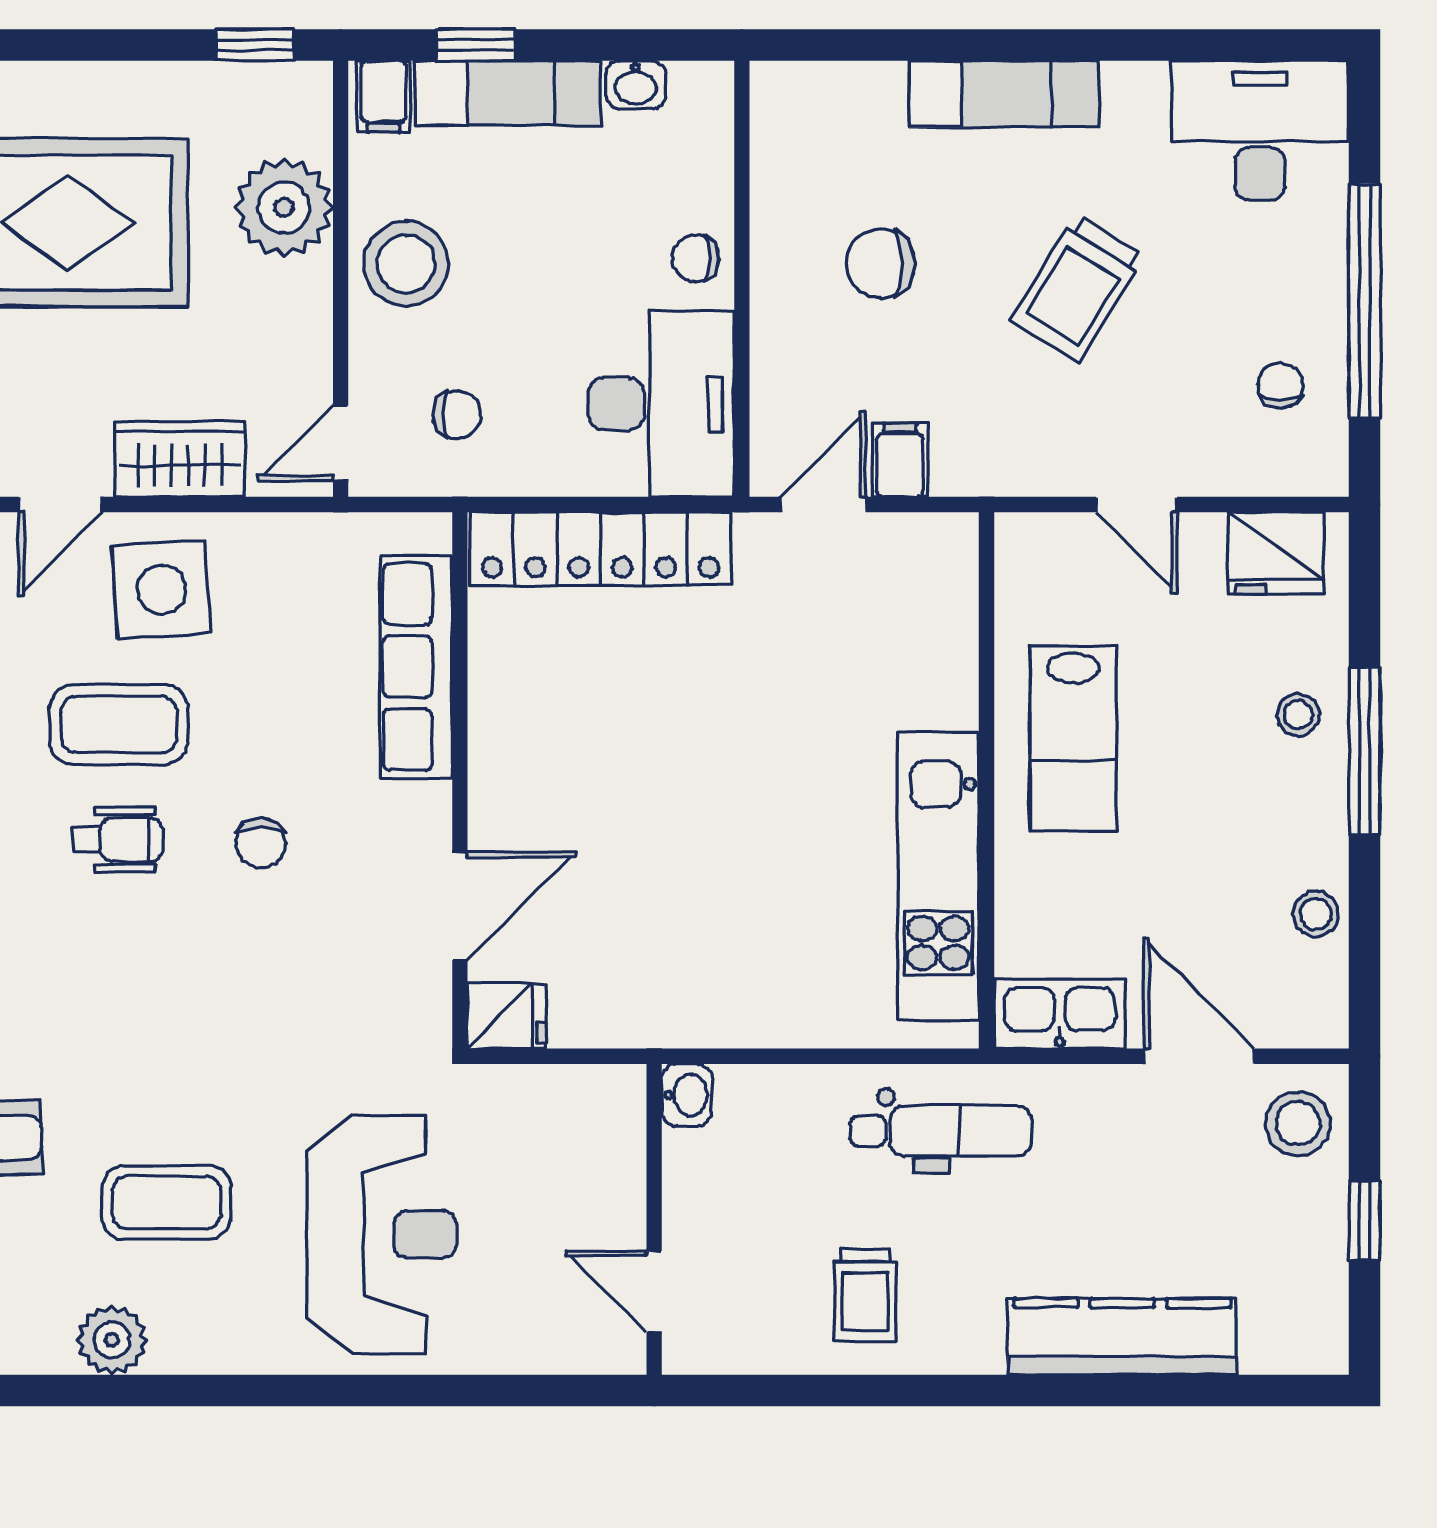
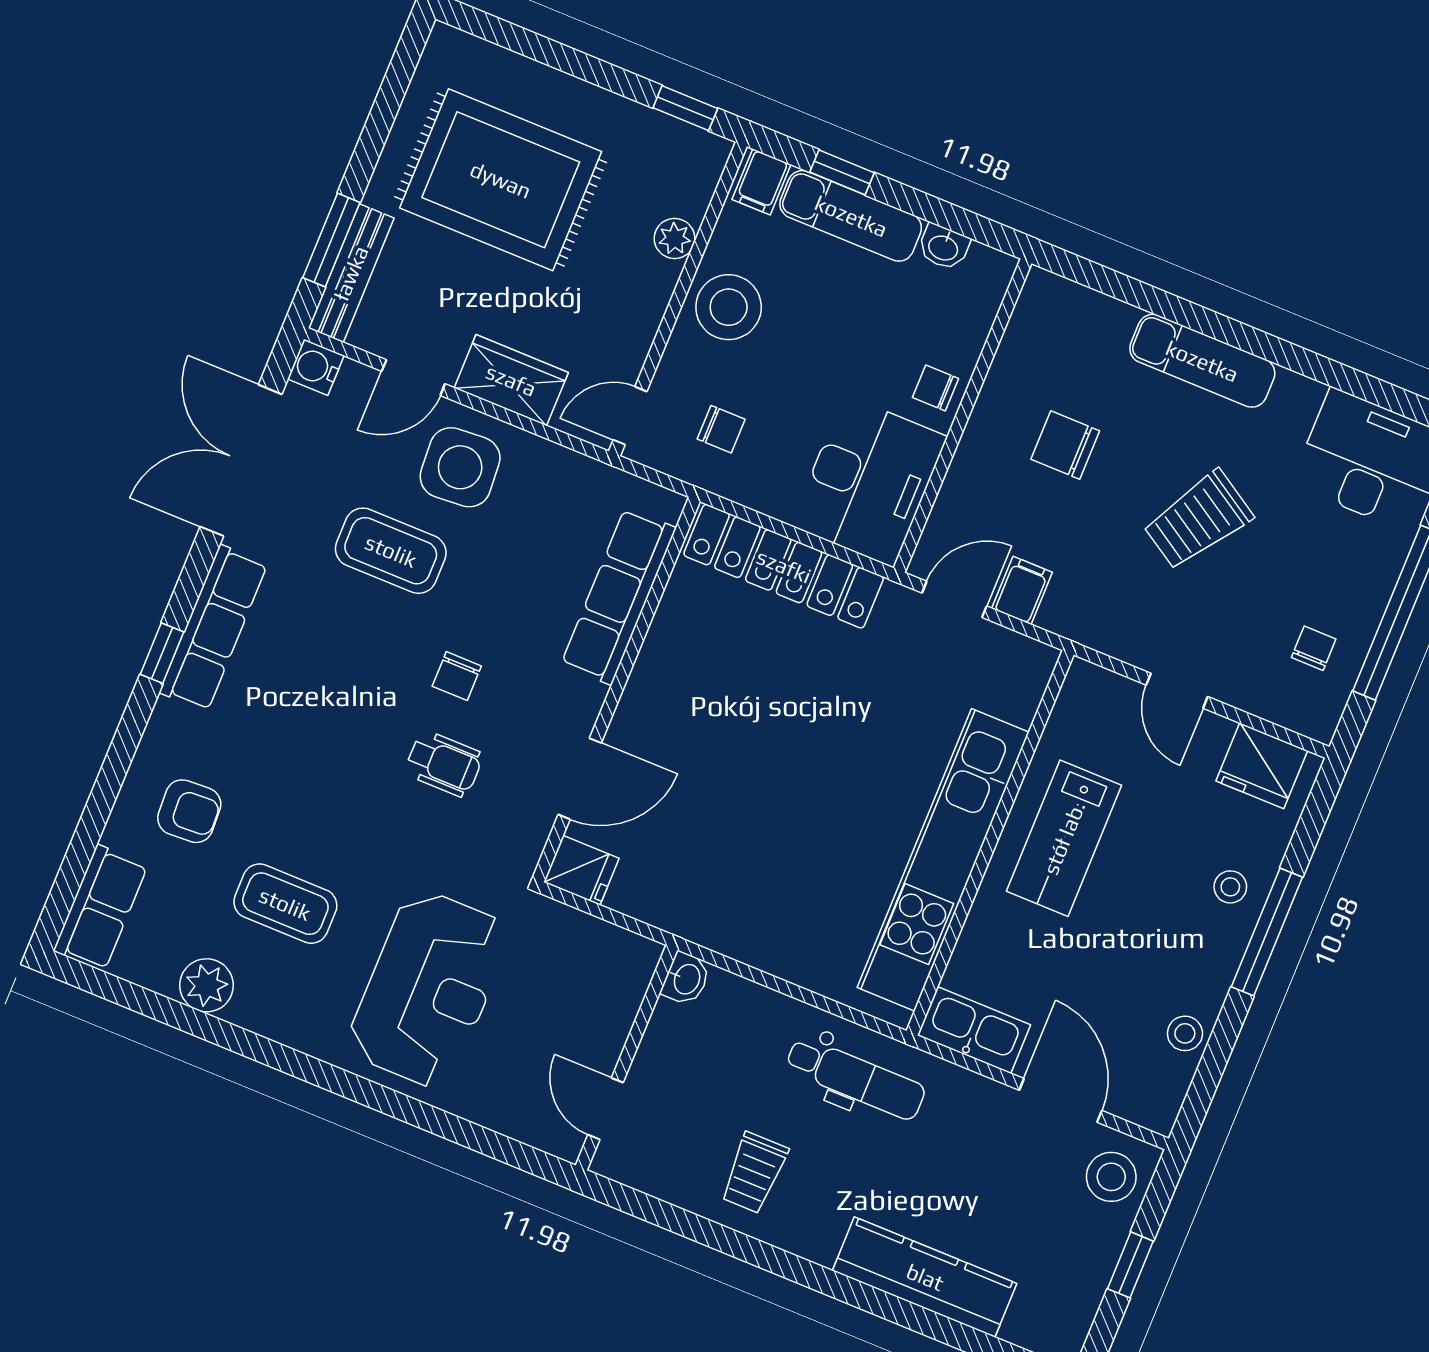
plant: (284, 208) -> (675, 239), width x0.53, depth x0.53
wheelchair: (118, 840) -> (444, 764), moved
kitchen unit: (938, 877) -> (943, 860), width x1.36

